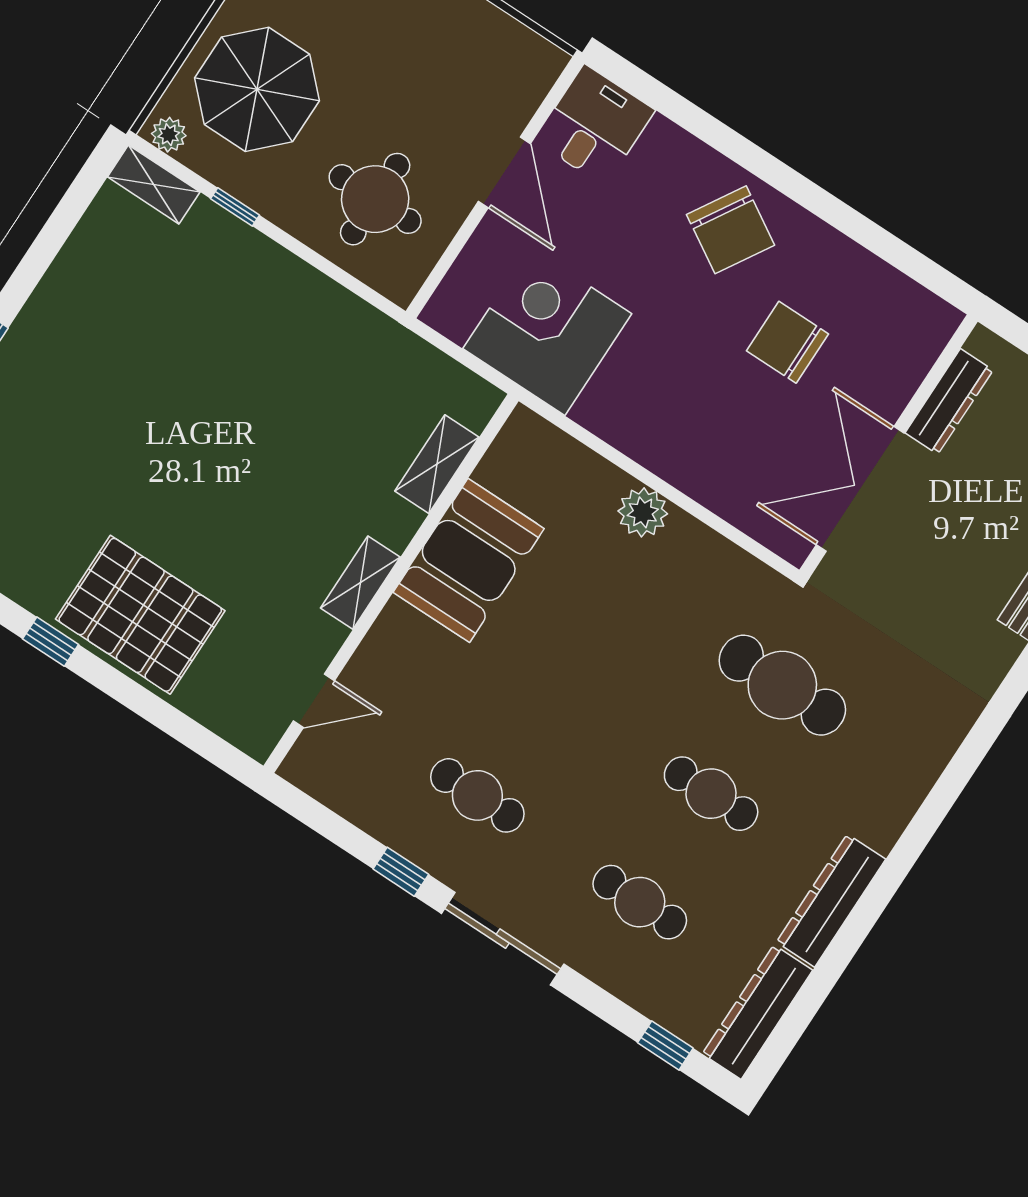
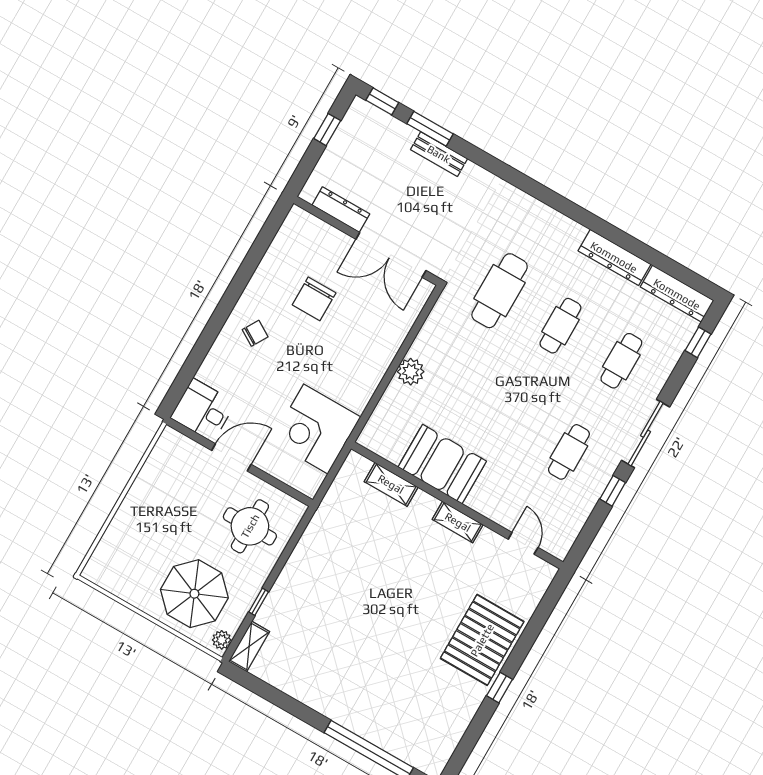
chair: (731, 230) -> (255, 333), width x0.54, depth x0.54

